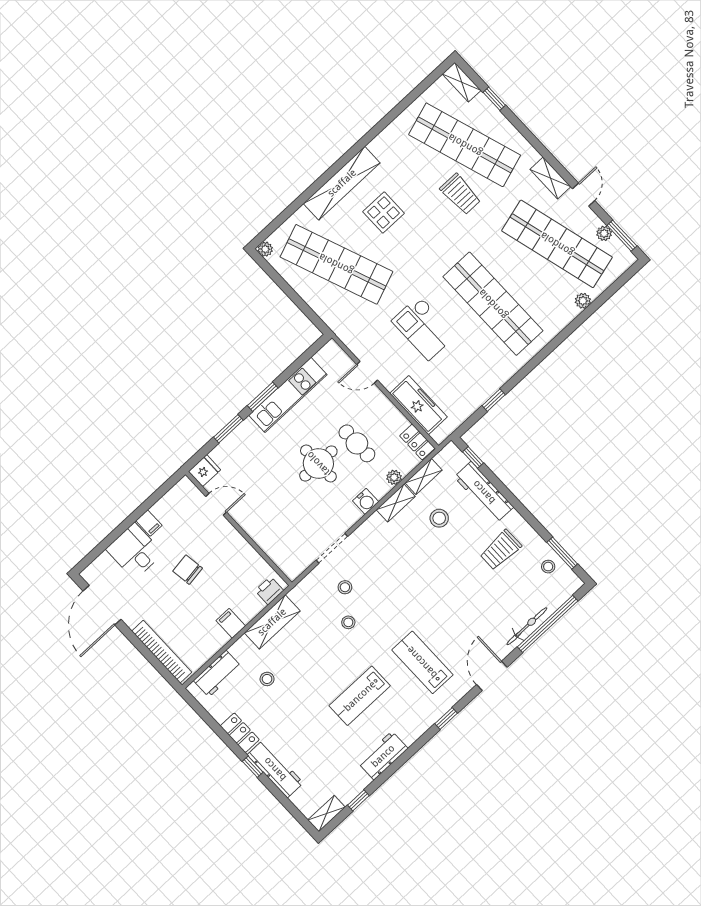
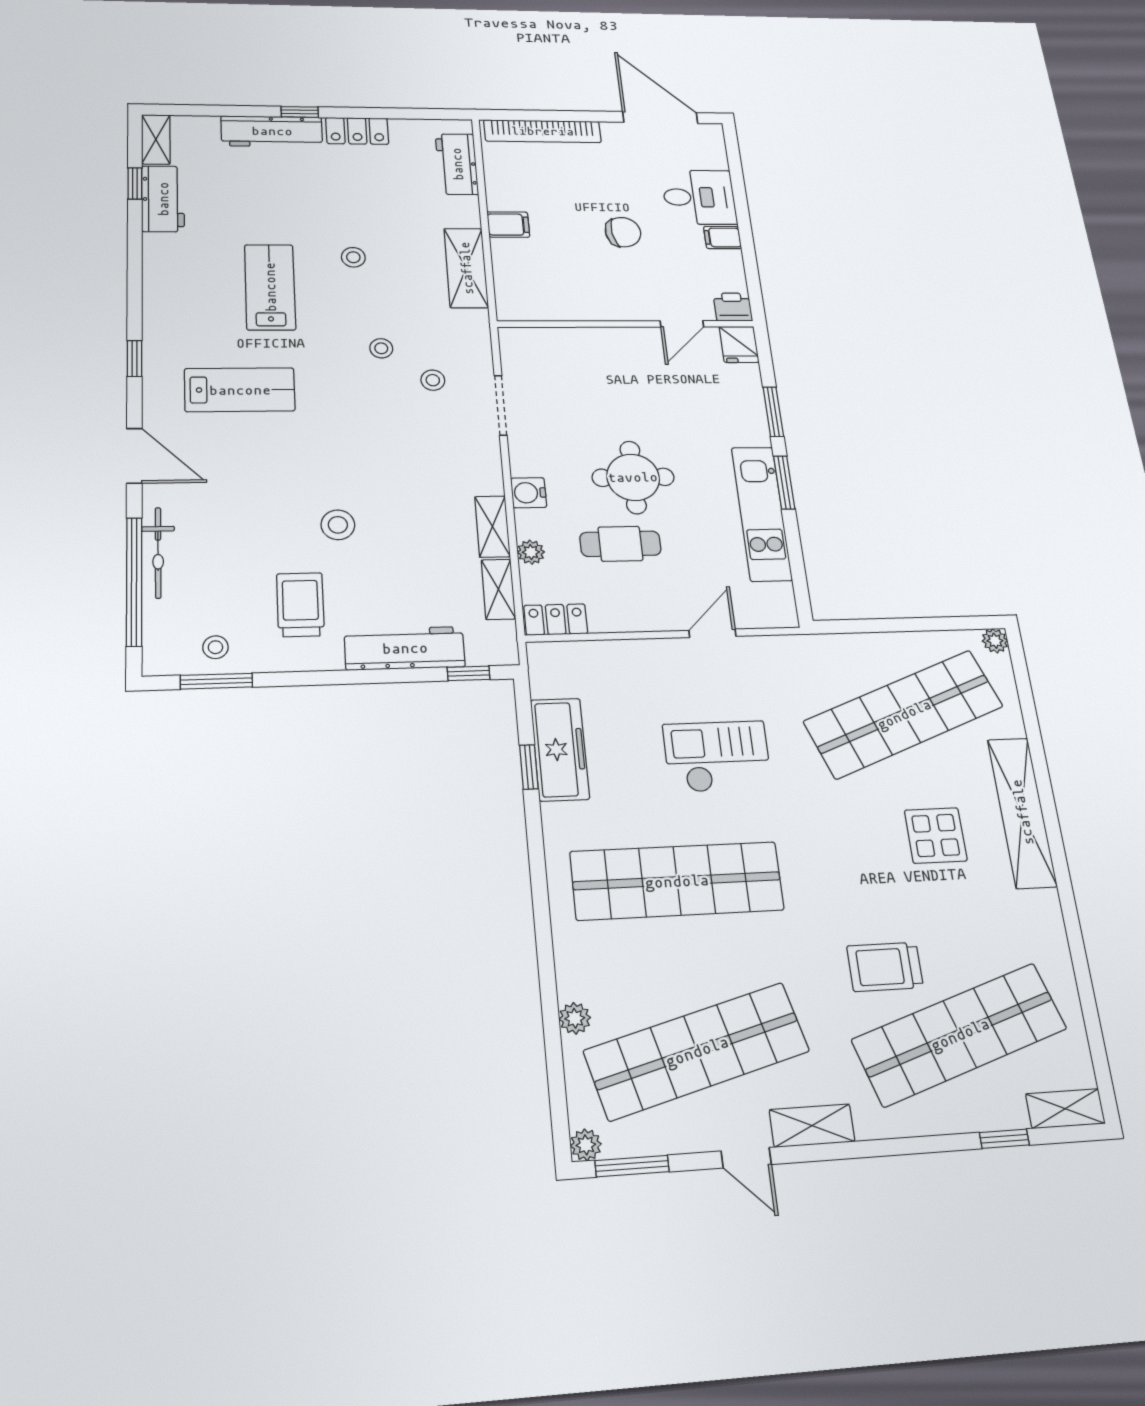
plant: (604, 233) -> (586, 1145), moved
freezer: (418, 405) -> (560, 749), moved, turned -90
stool: (439, 518) -> (338, 525), moved
printer: (269, 591) -> (733, 307), moved, turned -90
stool: (267, 679) -> (353, 257), moved
workbench: (383, 756) -> (163, 199), moved

